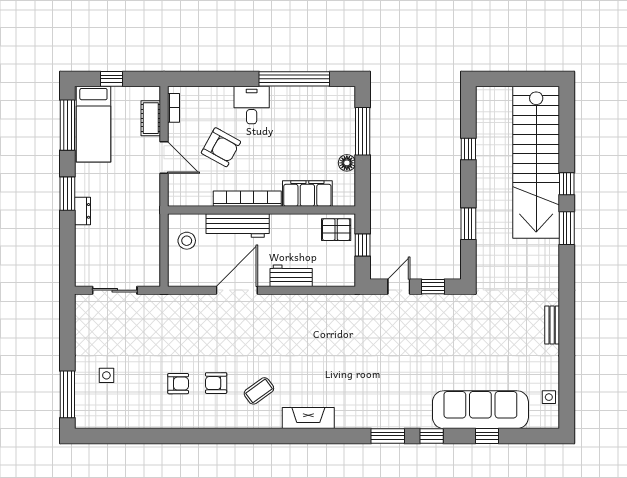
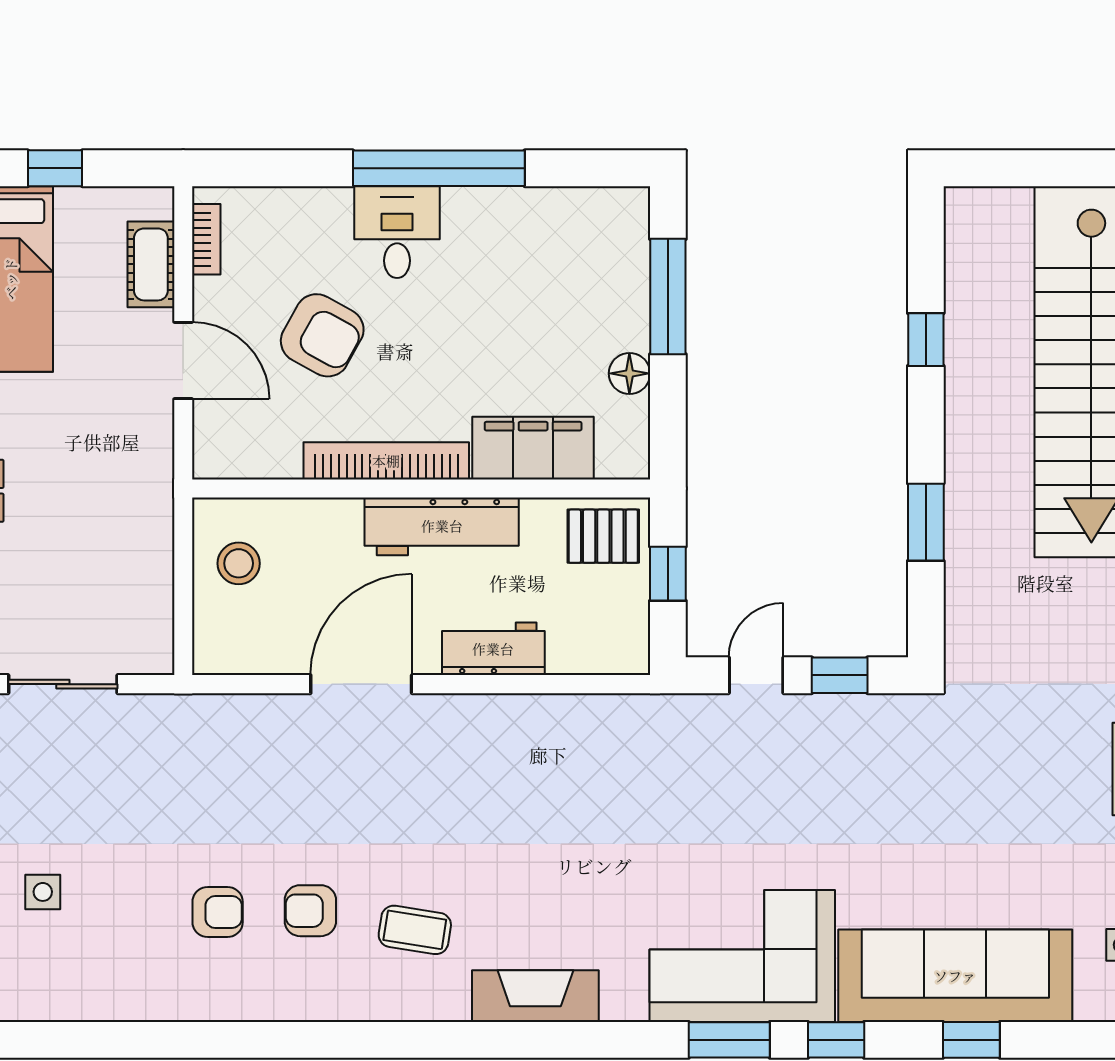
window: (294, 79) -> (439, 168), moved
workbench: (238, 226) -> (442, 526), moved
coffee table: (259, 391) -> (415, 930), turned 45
corner sofa: (393, 402) -> (742, 956), added

